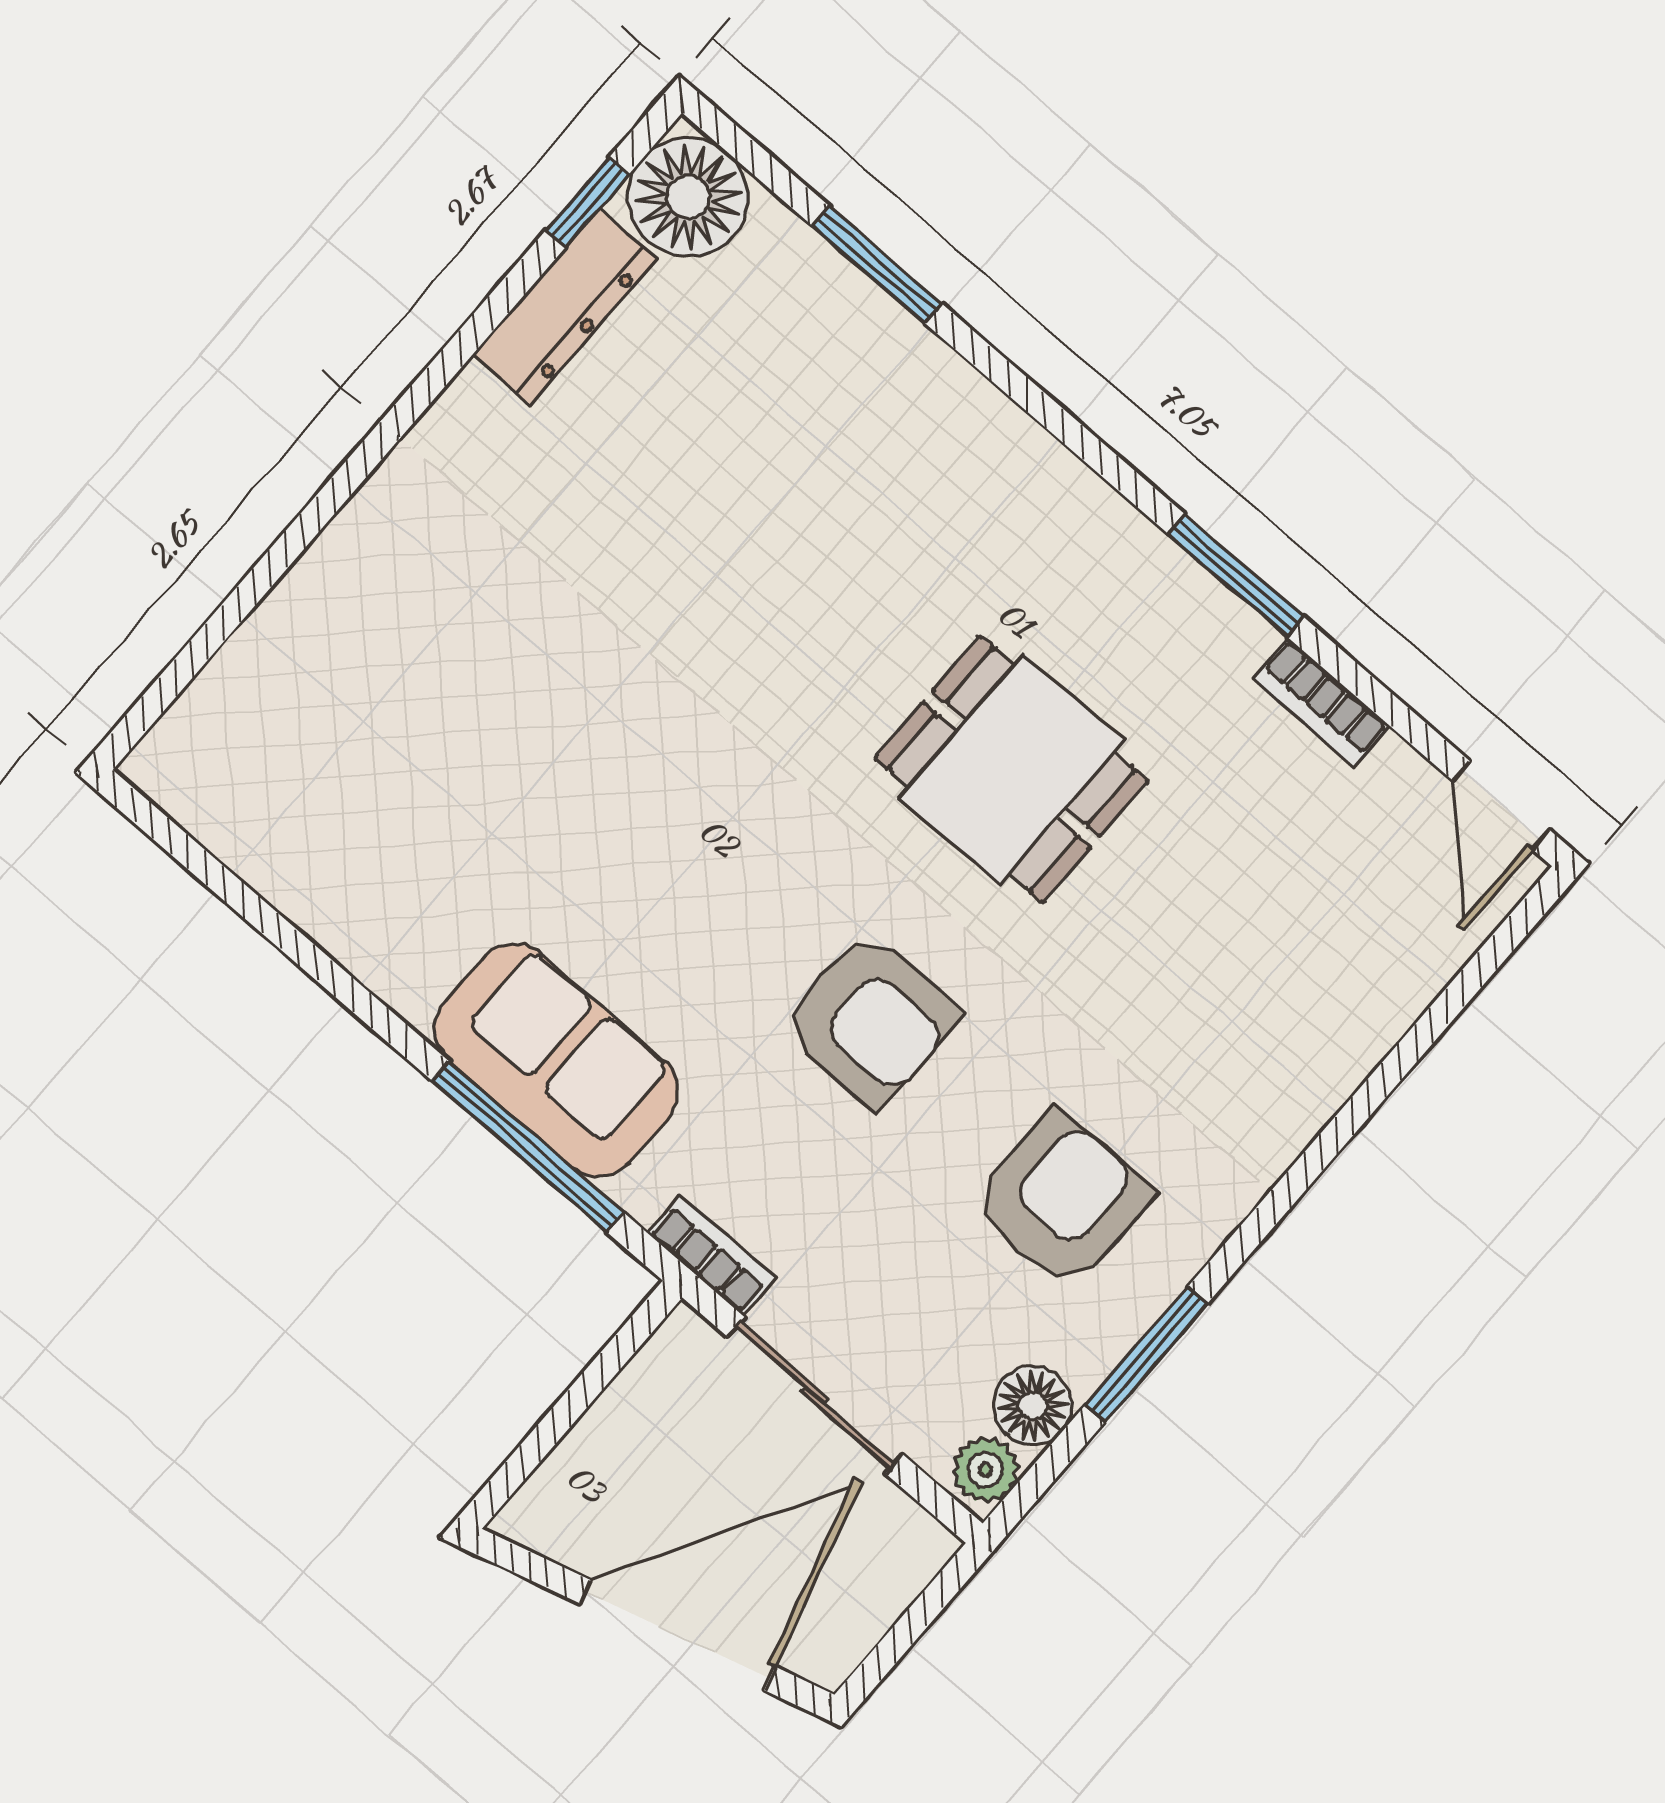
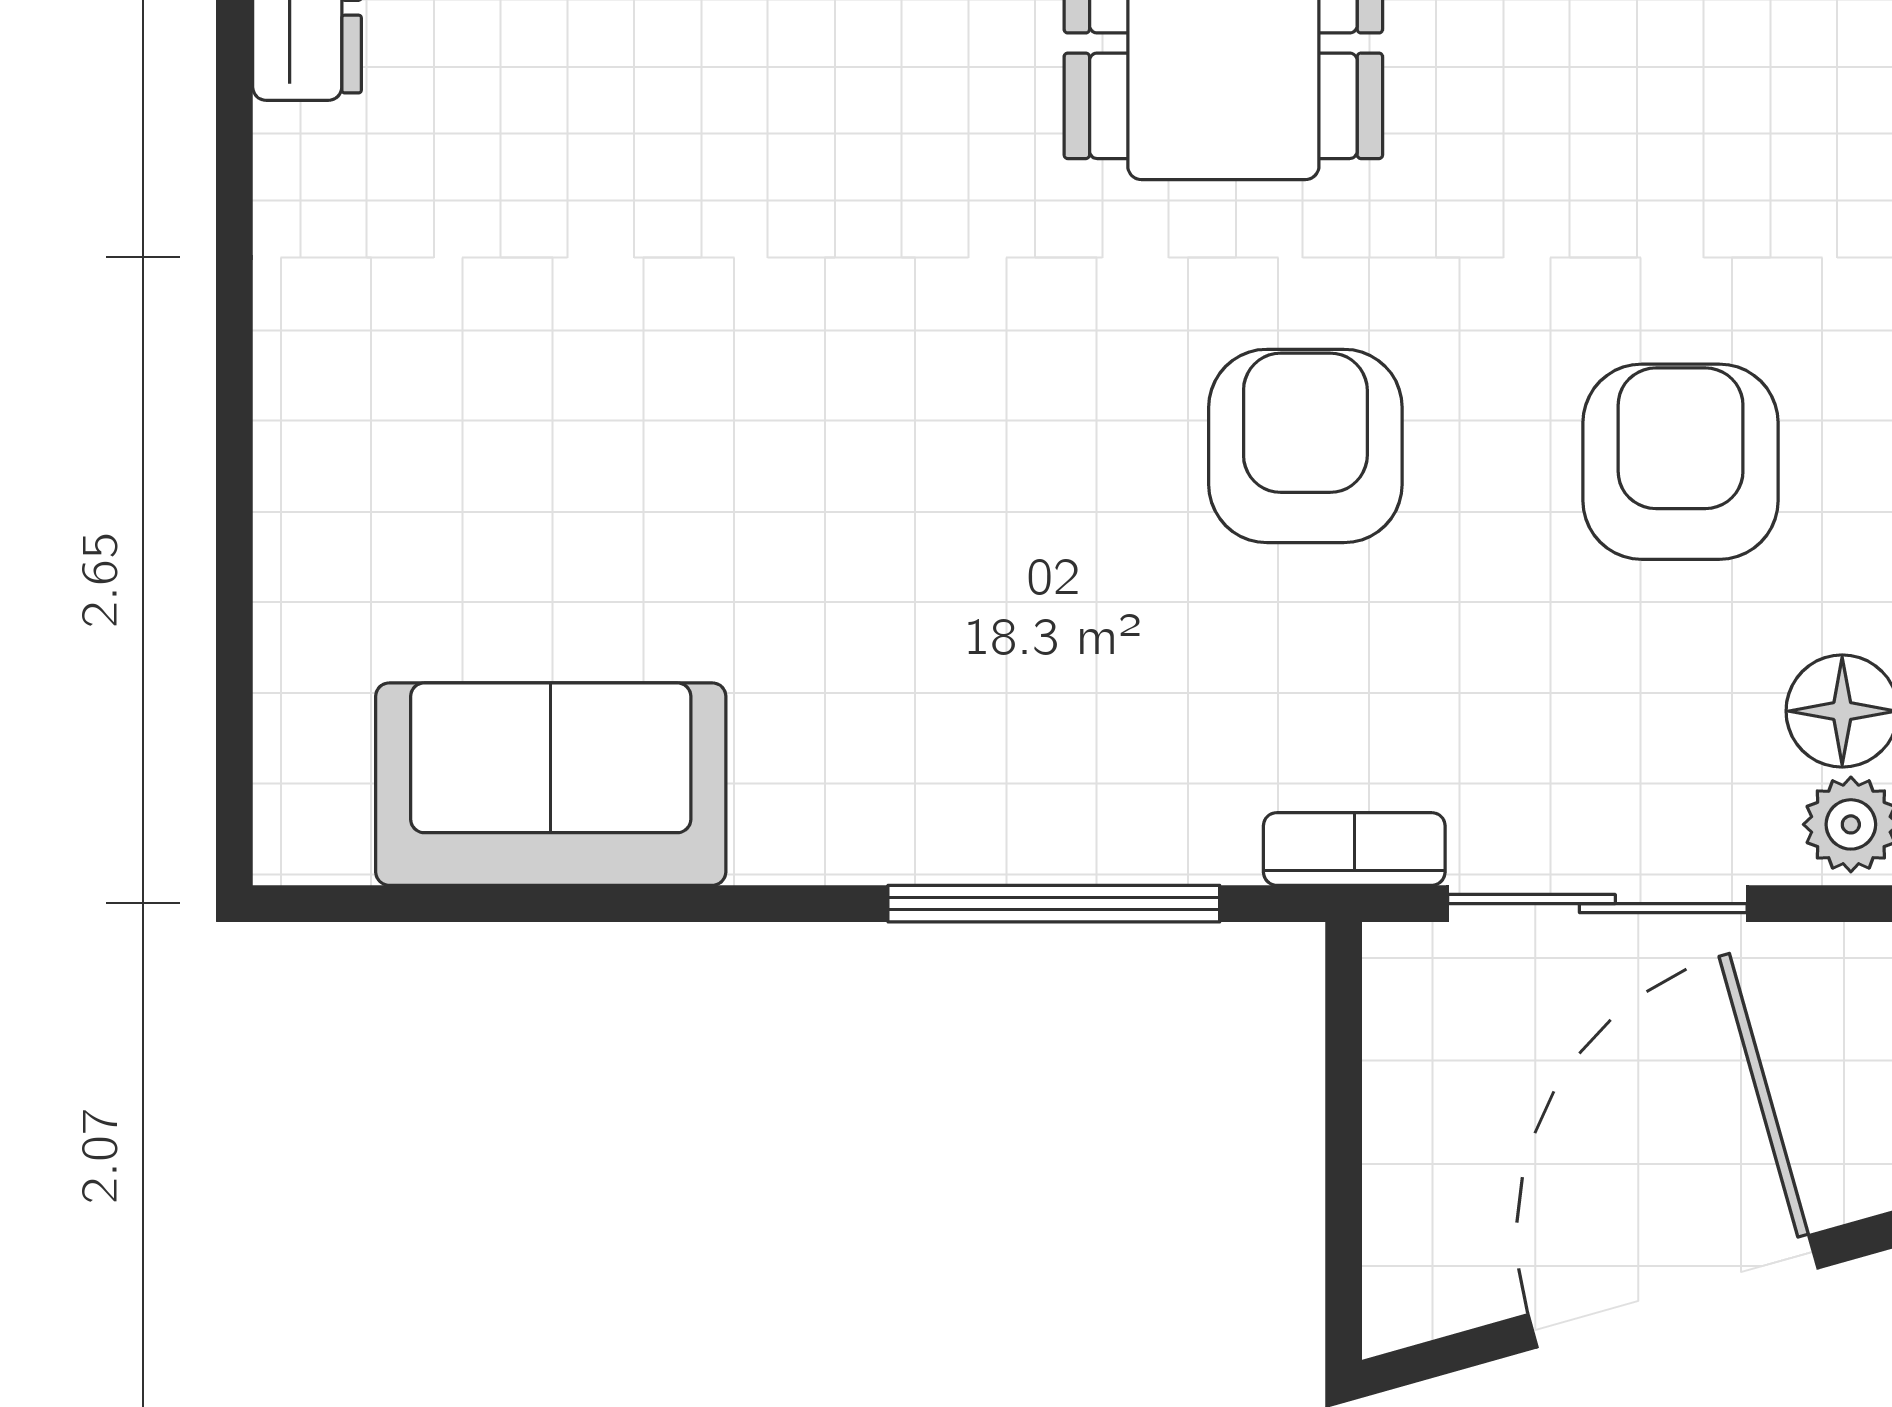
armchair: (870, 1020) -> (1305, 446), turned -90
sofa: (556, 1060) -> (551, 784), moved

